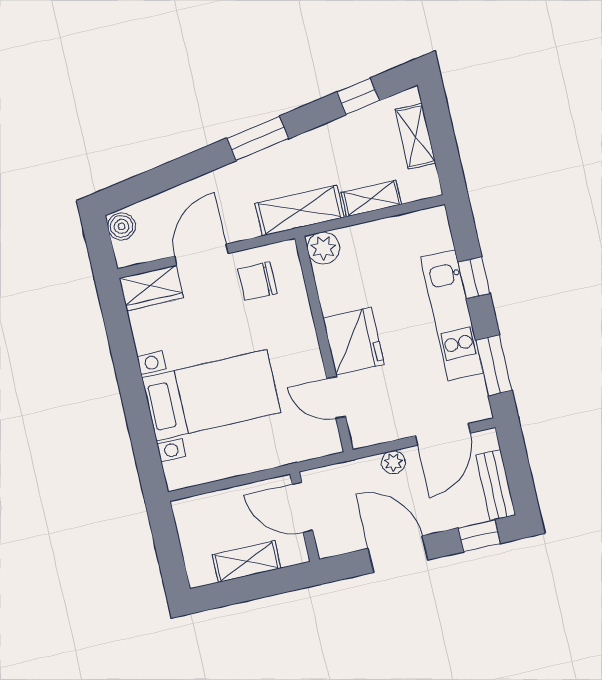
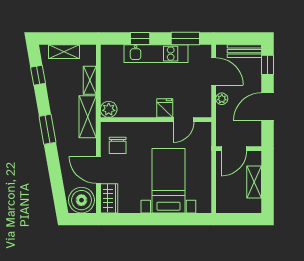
boiler: (121, 226) -> (81, 200), width x1.86, depth x1.86
fridge: (354, 341) -> (165, 108), width x0.53, depth x0.75

